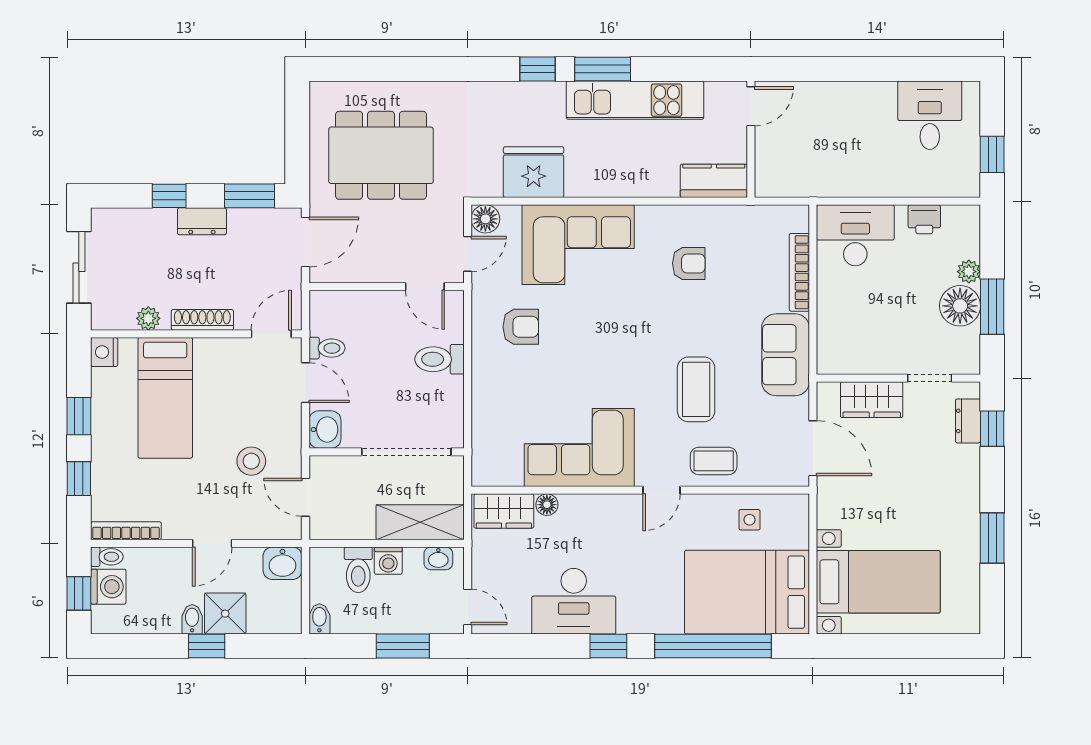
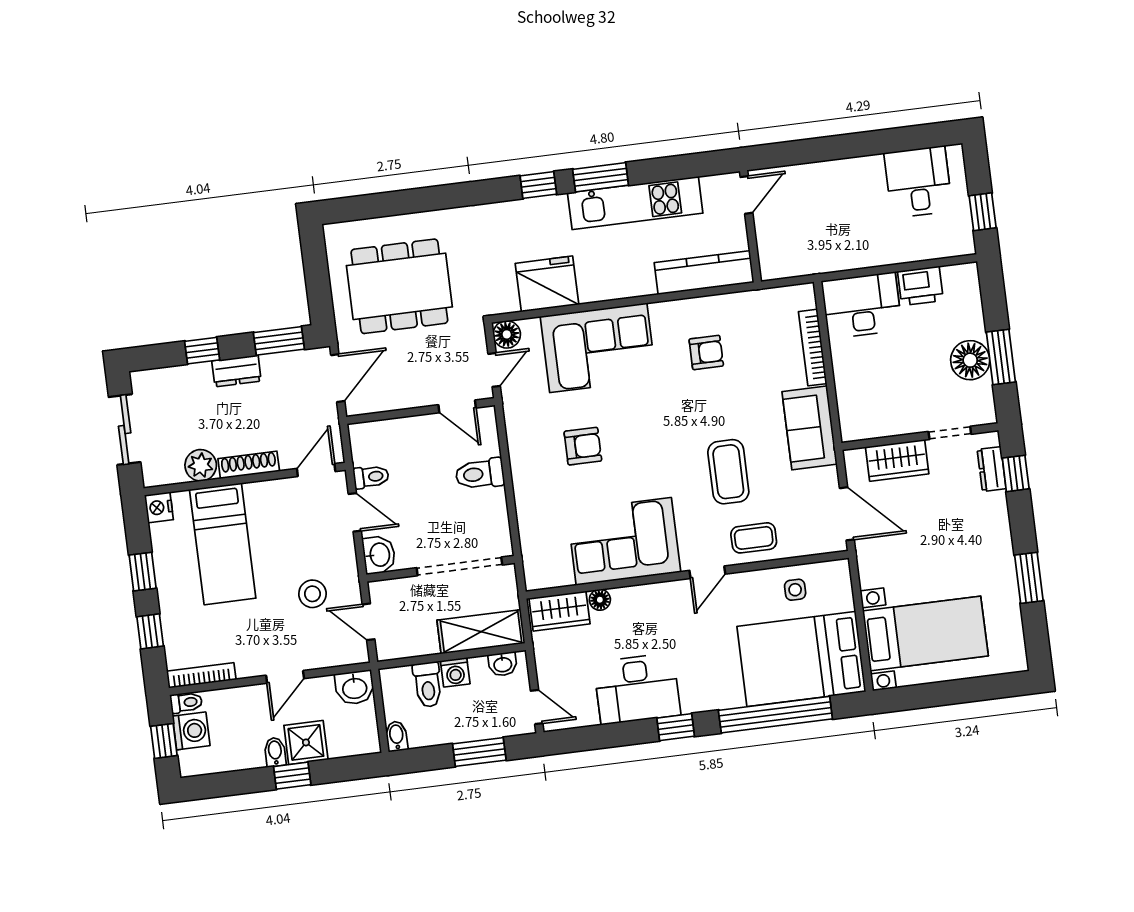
kitchen counter: (714, 181) -> (704, 273), width x1.50
printer: (924, 219) -> (920, 286), width x1.36, depth x1.24
plant: (969, 272) -> (974, 326), removed
plant: (148, 318) -> (201, 465), width x1.38, depth x1.38
armchair: (521, 327) -> (583, 446), moved

